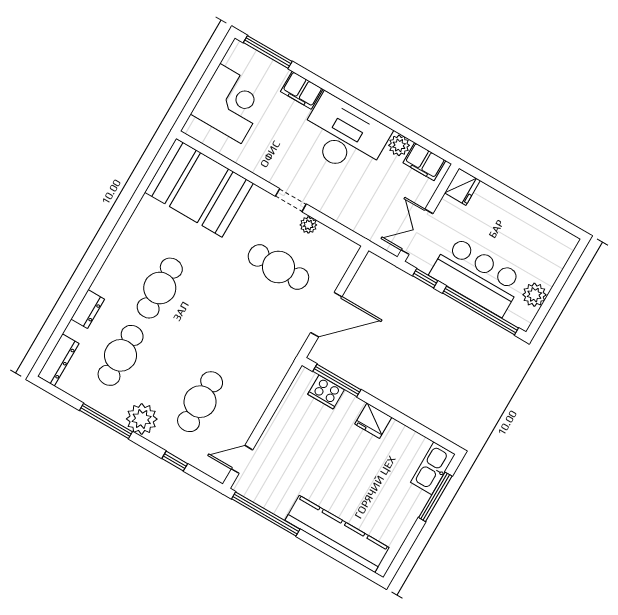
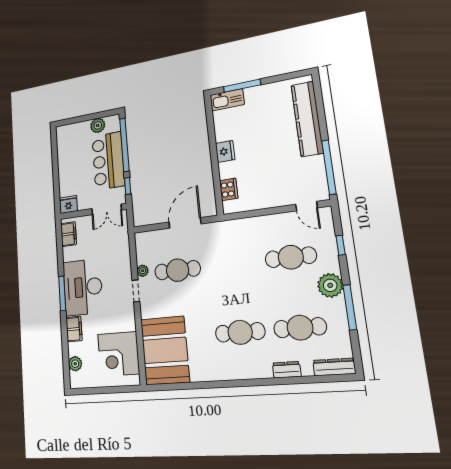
window: (268, 52) -> (62, 293), moved
corner desk: (230, 104) -> (118, 354), moved, turned -90
plant: (399, 145) -> (75, 364), moved
cafe table: (278, 267) -> (178, 270), turned 90
door: (326, 315) -> (185, 223), hinge flipped
window: (337, 380) -> (217, 189), removed

